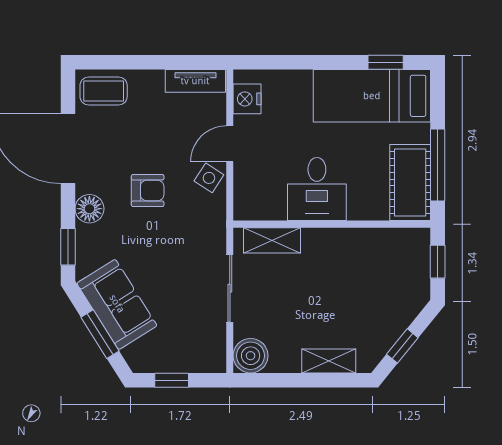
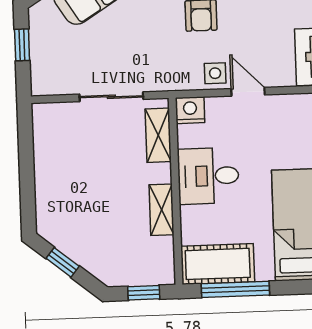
nightstand: (247, 99) -> (190, 110), moved
side table: (209, 178) -> (215, 73), turned -33
boiler: (251, 356) -> (48, 119), removed
shelving: (329, 361) -> (161, 210), moved

